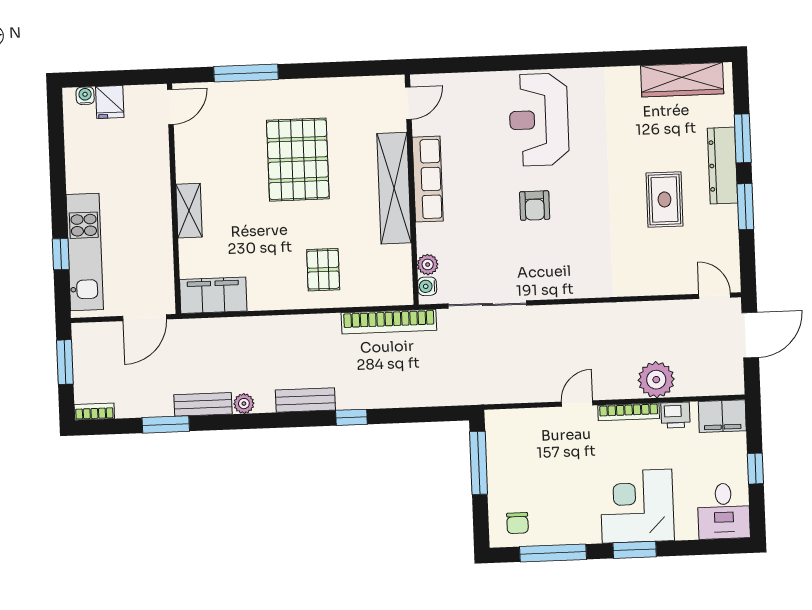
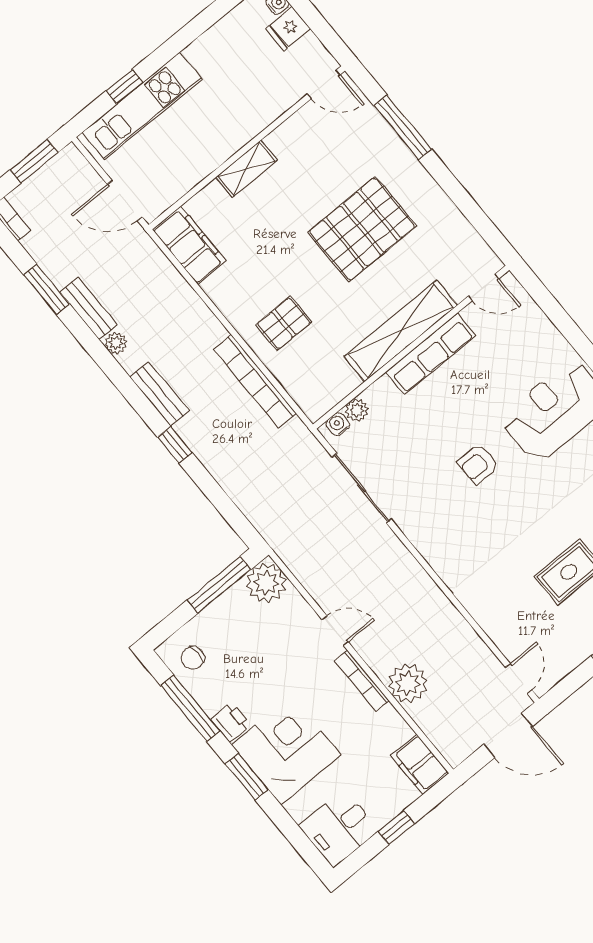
bookcase: (389, 322) -> (255, 381), moved
printer: (675, 415) -> (231, 722), moved, turned 180
plant: (503, 427) -> (266, 583), added

